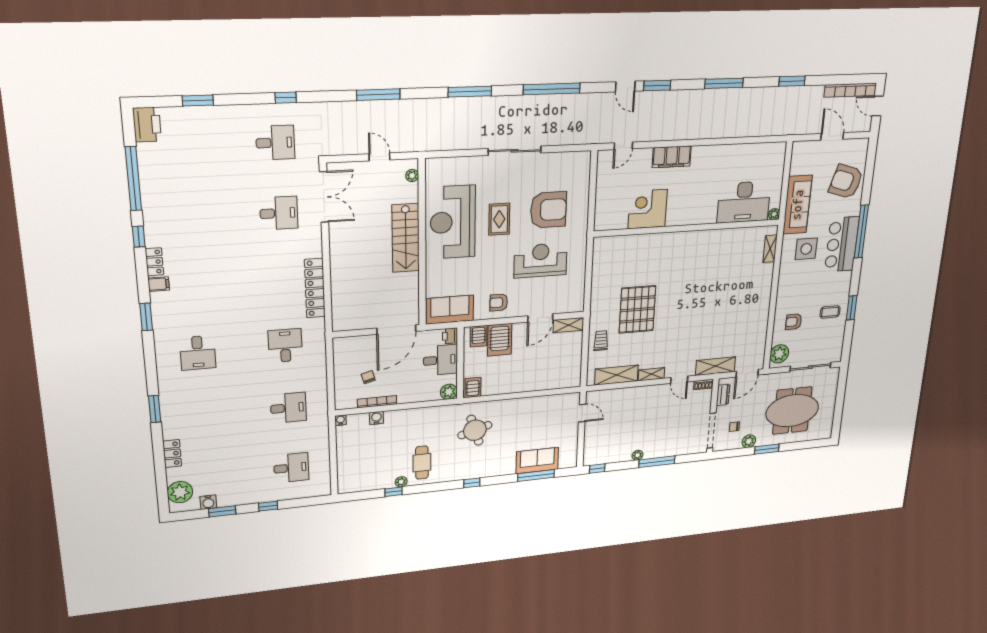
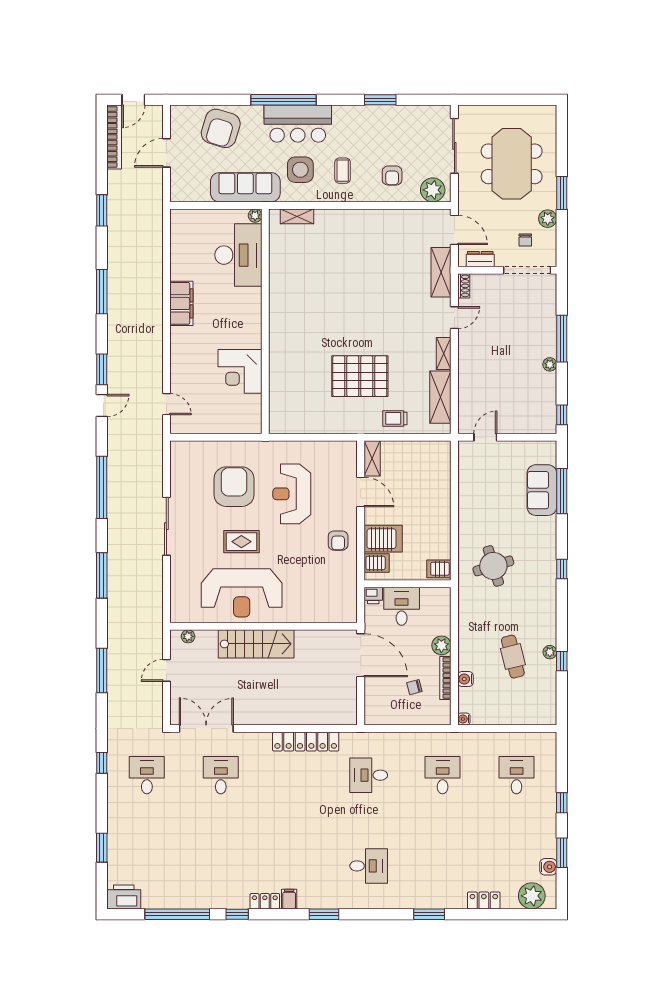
filing cabinet: (672, 157) -> (181, 303), moved
sofa: (450, 310) -> (342, 596), removed
coffee table: (830, 312) -> (343, 171), moved
plant: (449, 392) -> (441, 645), moved
cafe table: (422, 463) -> (513, 657), moved, turned 76

